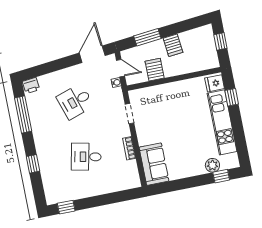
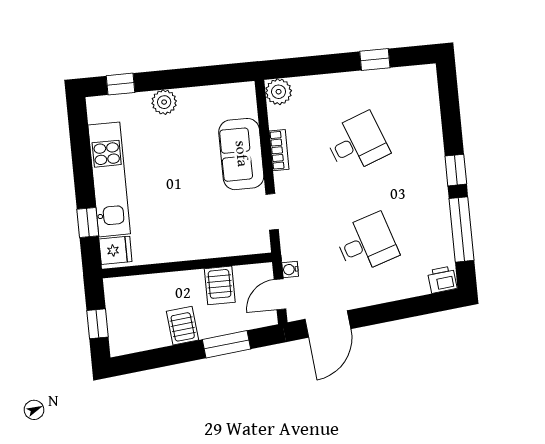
door: (120, 68) -> (280, 294), hinge flipped
desk: (86, 157) -> (357, 143), turned -33
window: (33, 164) -> (456, 170), moved
sofa: (154, 164) -> (241, 154), moved
plant: (212, 165) -> (164, 102), moved
plant: (133, 181) -> (279, 92), added
window: (66, 207) -> (375, 60), moved

